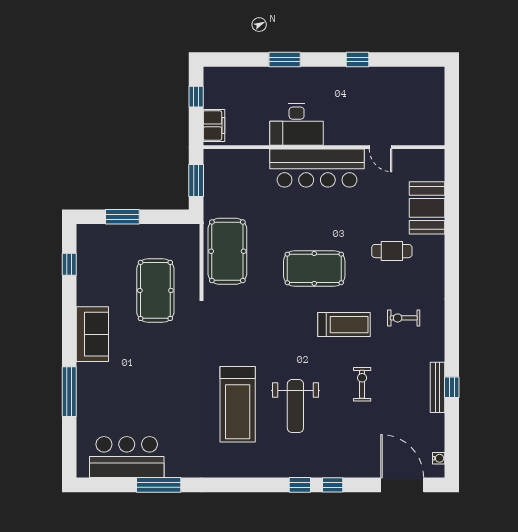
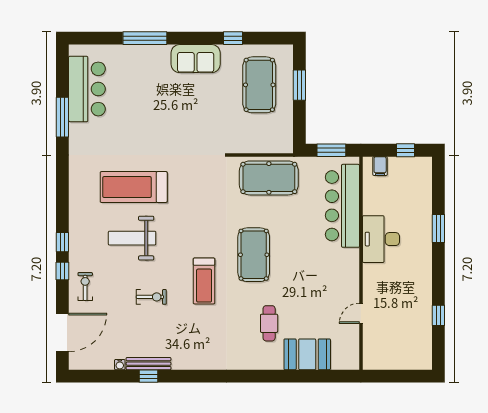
window: (358, 59) -> (438, 315), moved
filing cabinet: (214, 125) -> (380, 166), width x0.50
bar counter: (317, 168) -> (342, 206), moved
window: (69, 264) -> (233, 38), moved
pool table: (155, 290) -> (259, 85), moved, turned 90
exercise bike: (404, 318) -> (85, 287), moved
water cooler: (439, 458) -> (120, 365), moved

